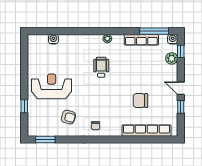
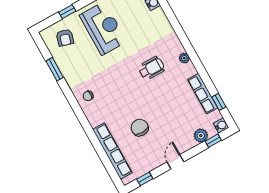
window: (154, 31) -> (219, 102), width x0.46
window: (181, 107) -> (145, 179), moved
armchair: (68, 117) -> (65, 38), moved
window: (45, 139) -> (55, 69), moved

